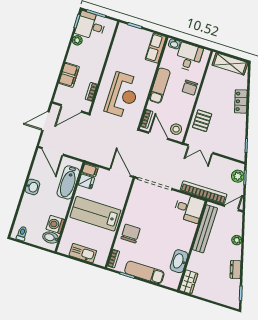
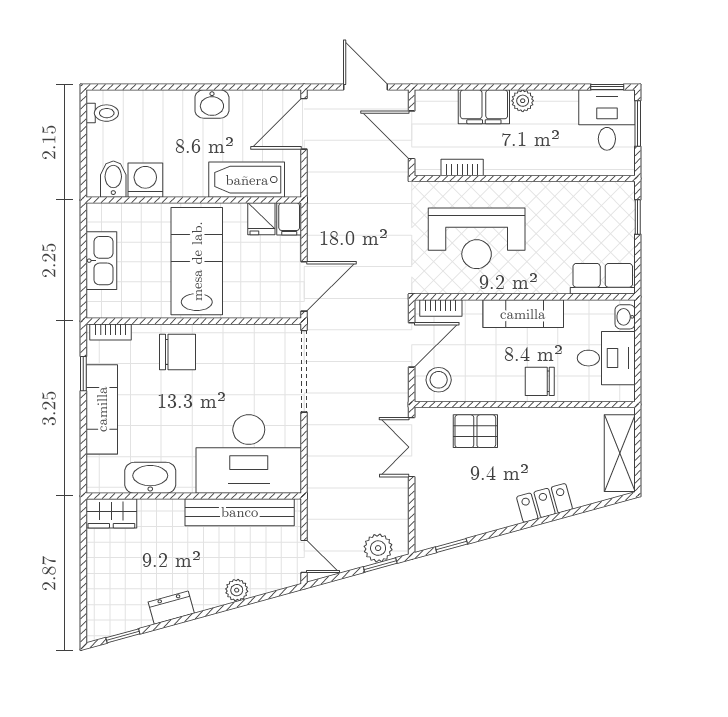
plant: (77, 40) -> (523, 101), moved
bookcase: (204, 192) -> (319, 484), removed
desk: (189, 208) -> (249, 454), width x1.87, depth x1.30

